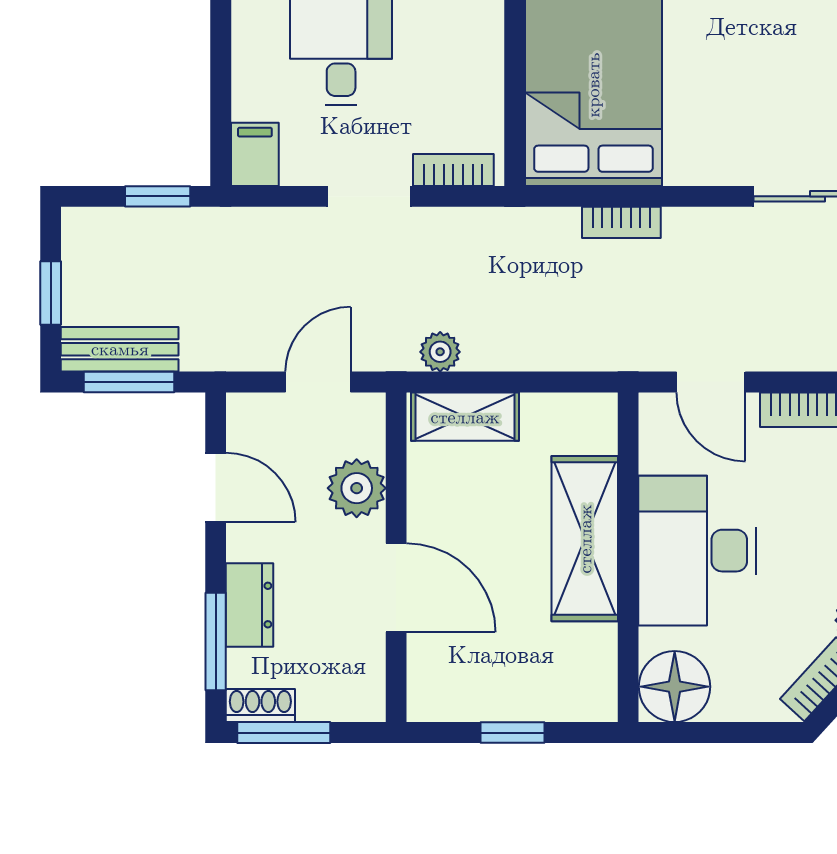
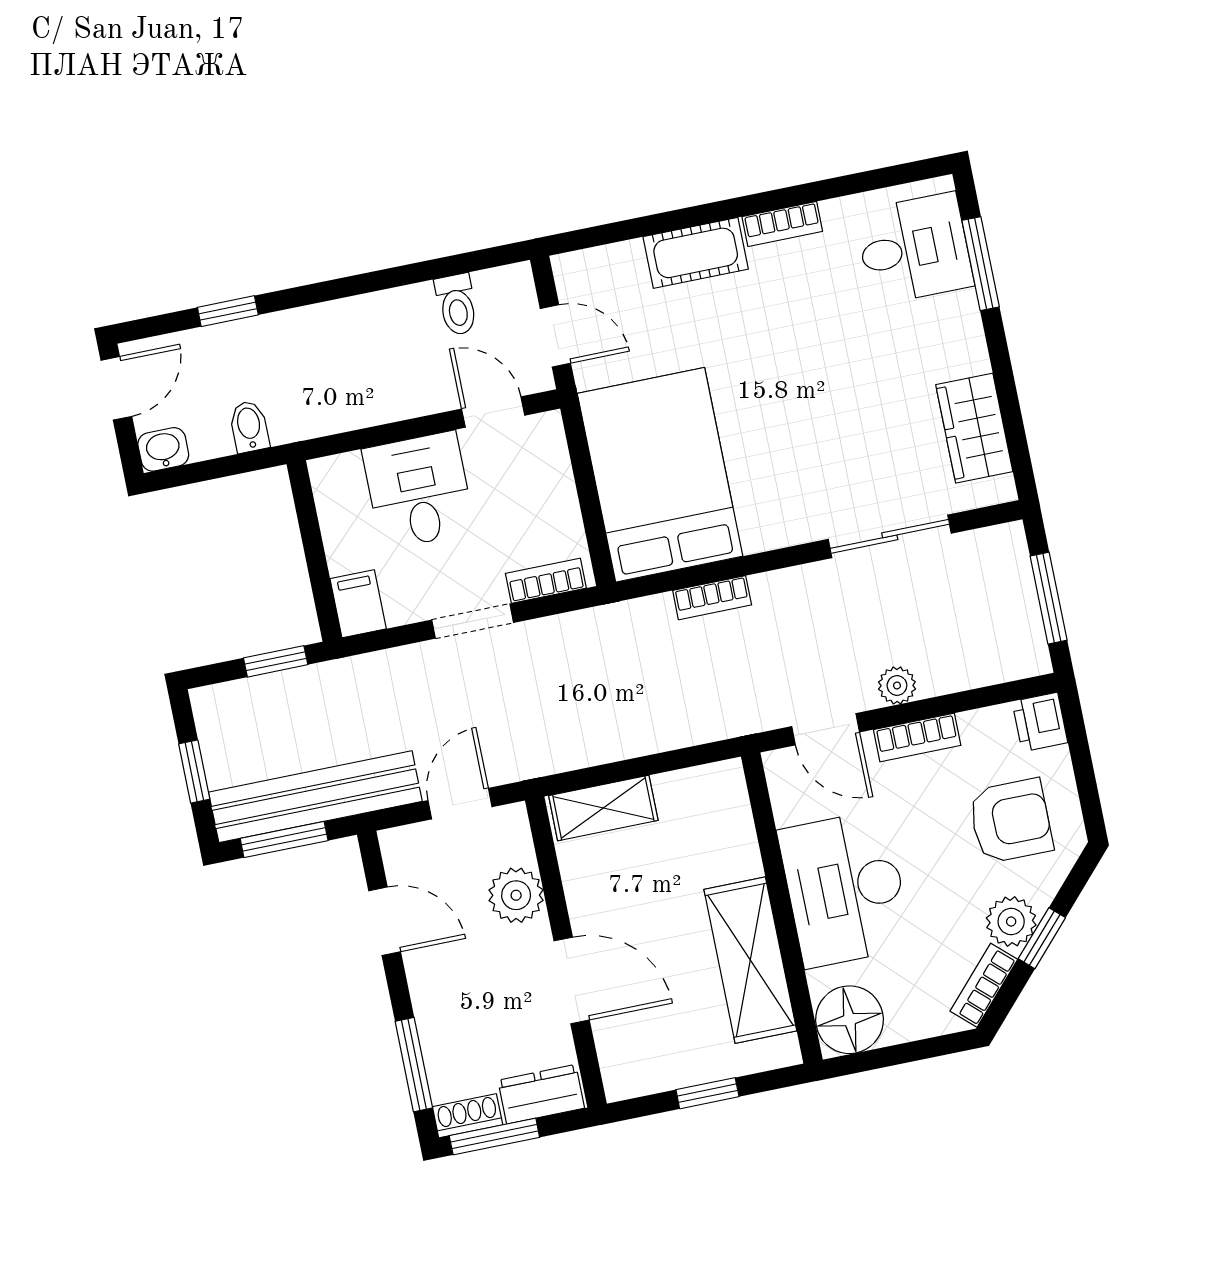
bench: (120, 349) -> (315, 797), width x1.86, depth x1.21
plant: (440, 352) -> (897, 685), moved
shelving: (585, 539) -> (750, 960), moved
dresser: (250, 605) -> (541, 1094), moved, turned -90

